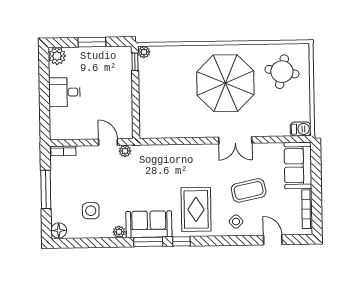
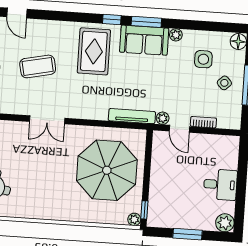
parasol: (225, 83) -> (107, 170), moved
double door: (235, 140) -> (47, 120), swing flipped
bookcase: (63, 151) -> (203, 122), moved
tv unit: (155, 151) -> (132, 116), added
side table: (236, 222) -> (224, 83), moved

